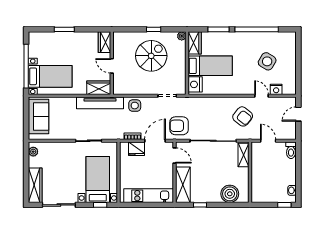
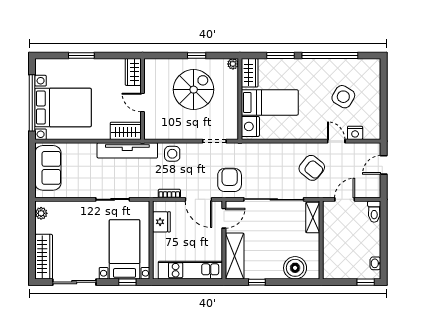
bed with nightstands: (50, 76) -> (63, 107), width x1.36
armchair: (179, 126) -> (230, 180), turned 90
door: (155, 141) -> (198, 199), swing flipped
door: (268, 141) -> (345, 199), hinge flipped
fridge: (137, 149) -> (161, 222), moved, turned -90
door: (175, 155) -> (224, 218), hinge flipped

